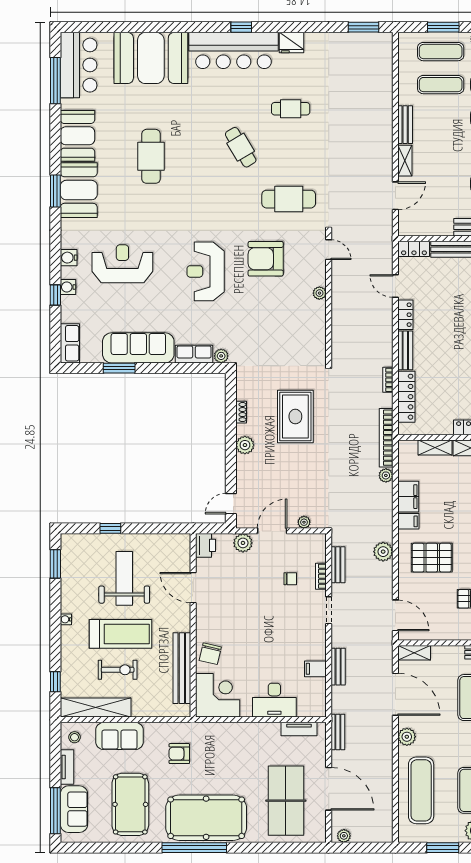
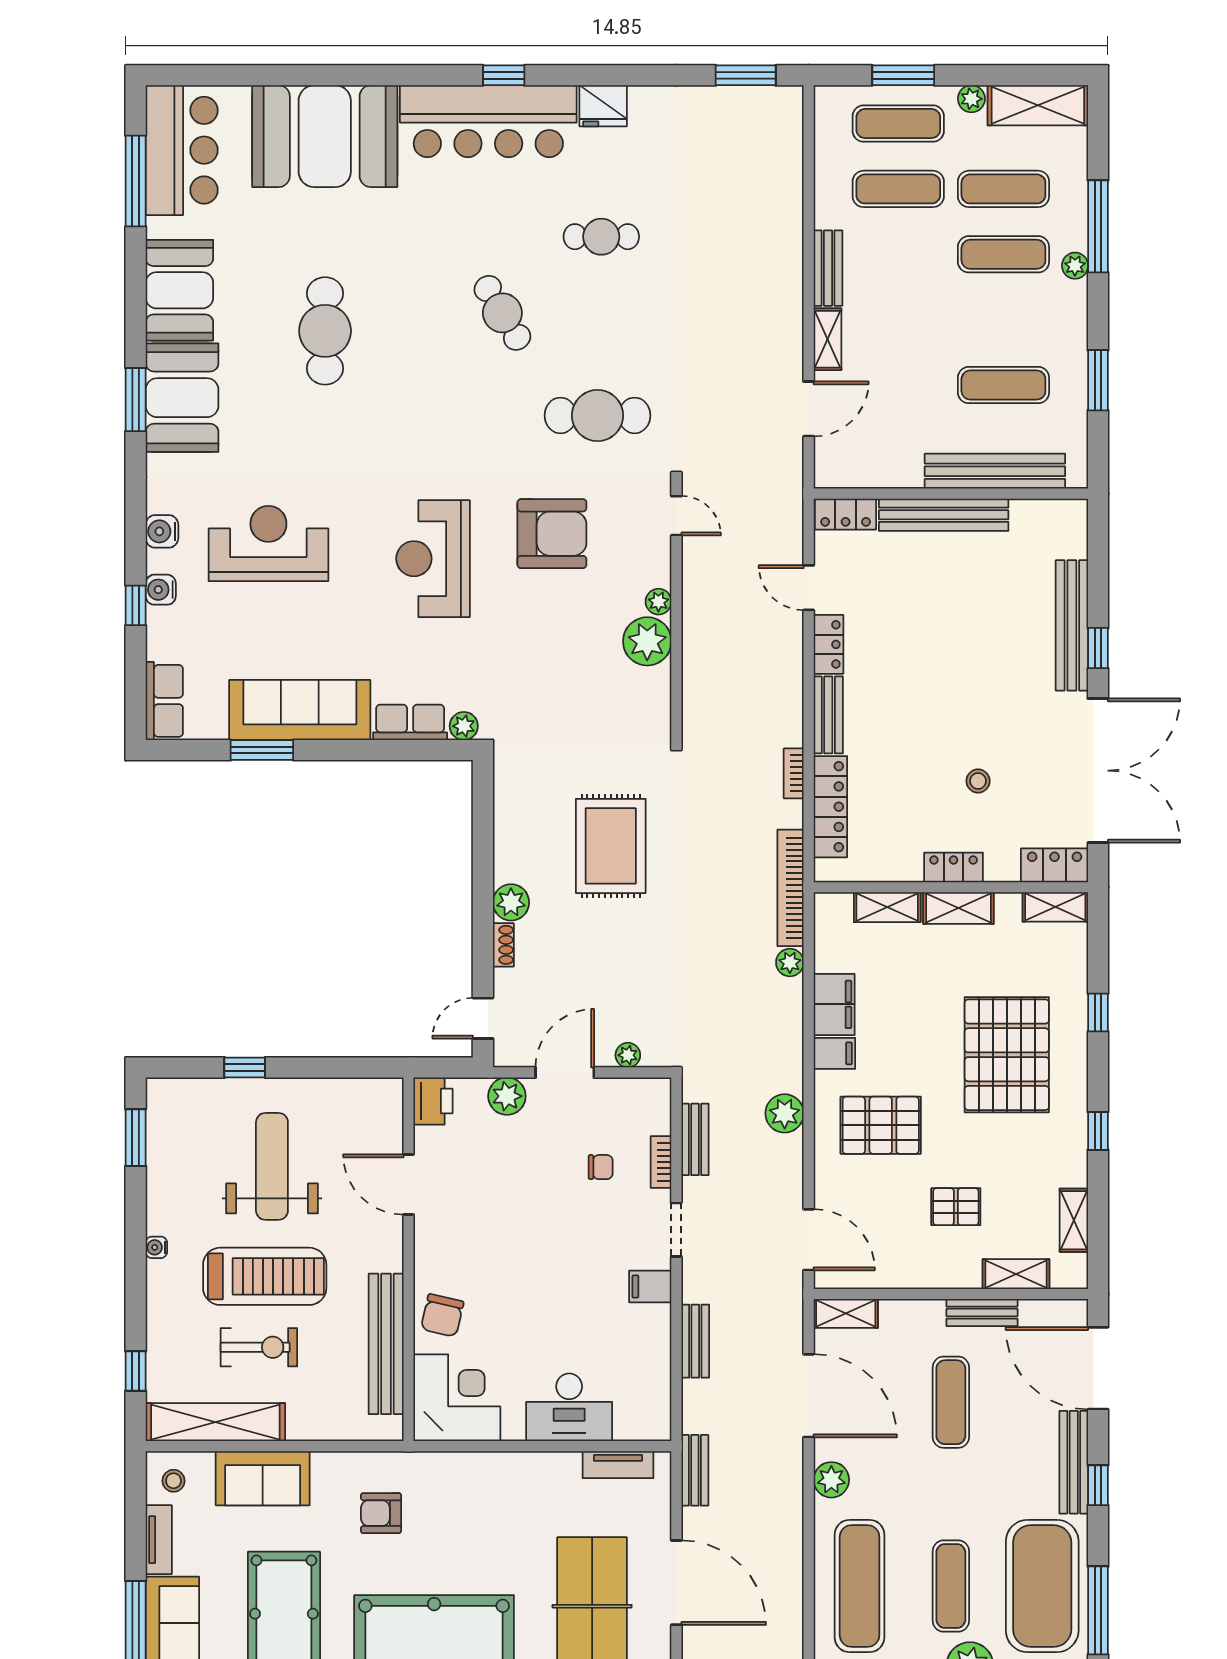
armchair: (266, 259) -> (552, 534), turned 180
plant: (314, 313) -> (647, 641), added
shoe rack: (241, 412) -> (503, 945), moved
filing cabinet: (315, 669) -> (650, 1286), moved

